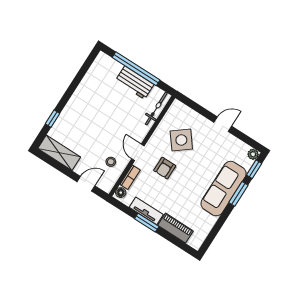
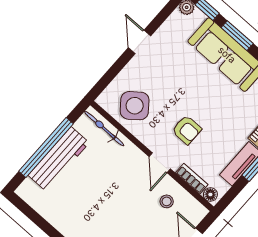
workbench: (135, 83) -> (59, 159), width x1.38
side table: (181, 140) -> (135, 106), moved
door: (138, 152) -> (160, 163), hinge flipped

